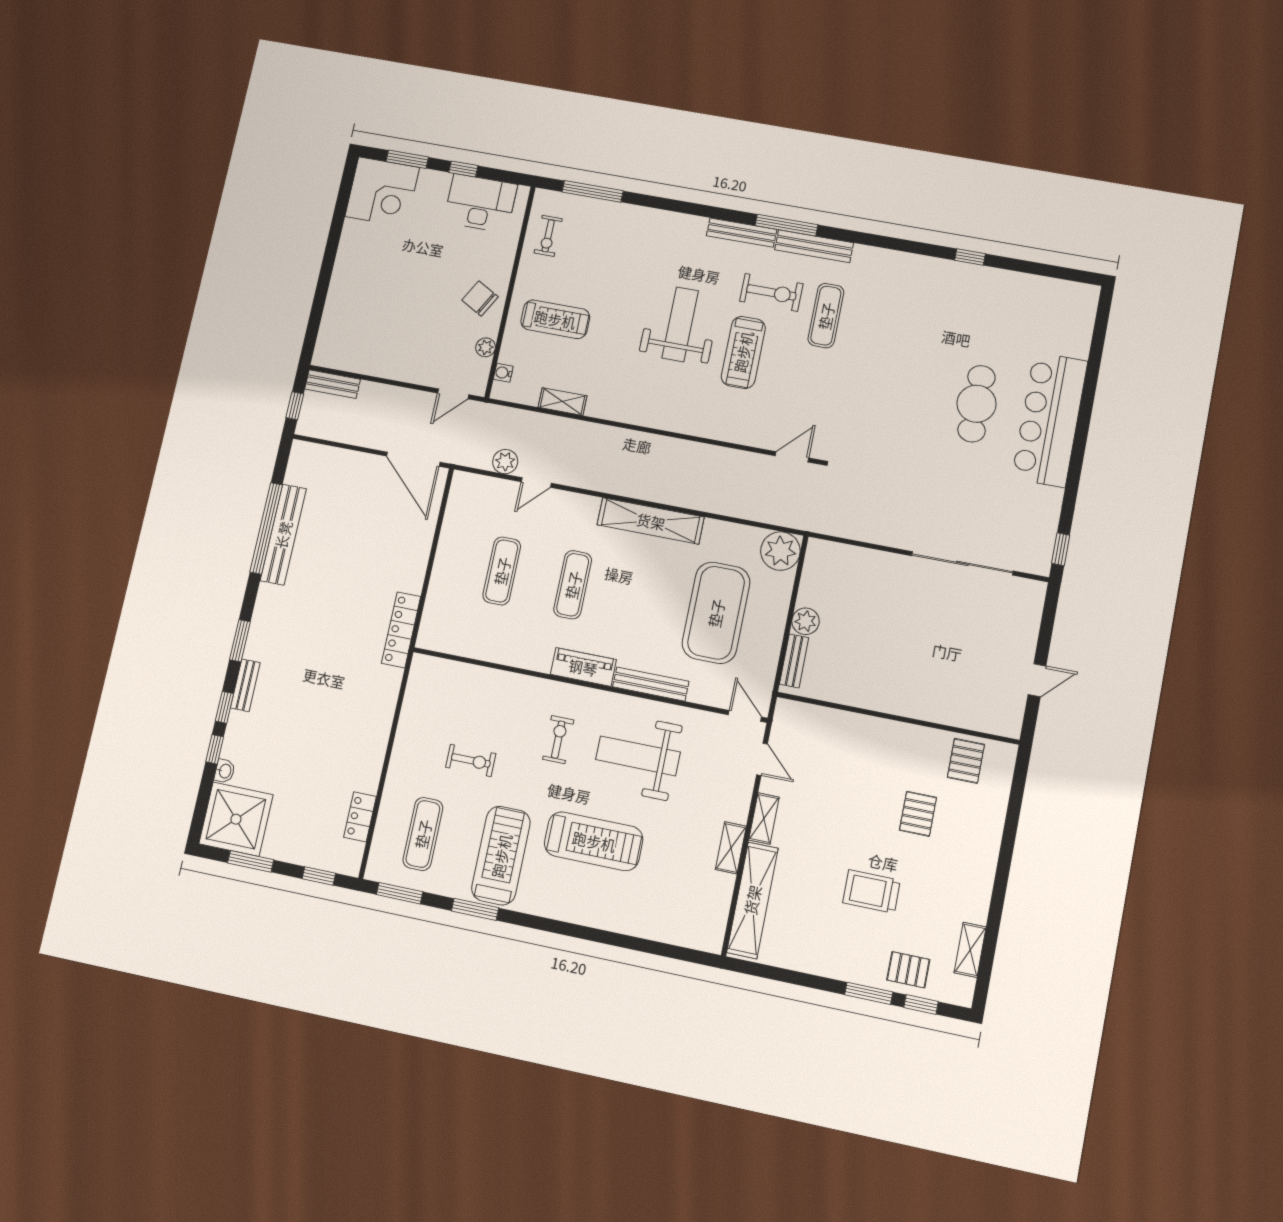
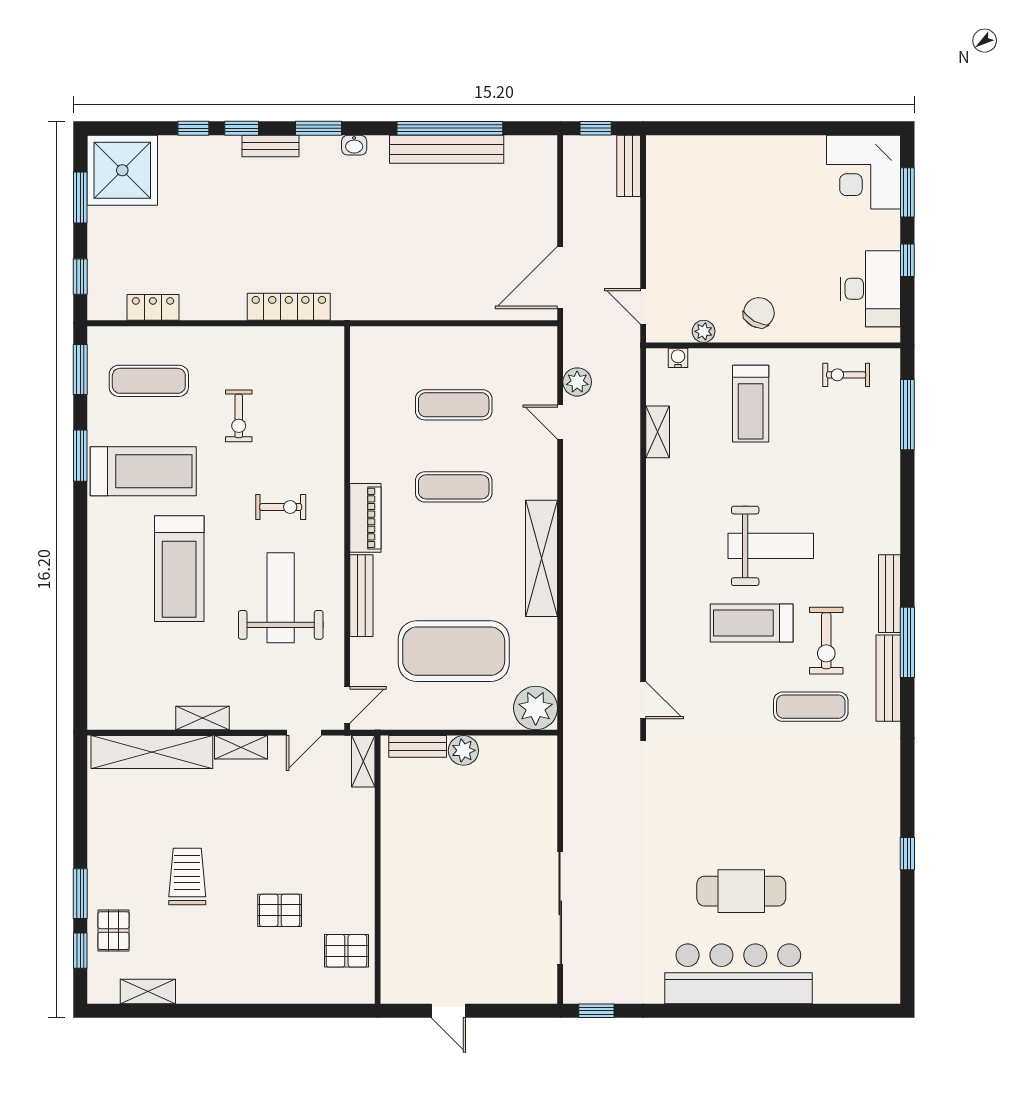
locker: (401, 630) -> (289, 307), moved
shelving: (798, 712) -> (363, 761), added
washbasin: (225, 771) -> (354, 145), moved

